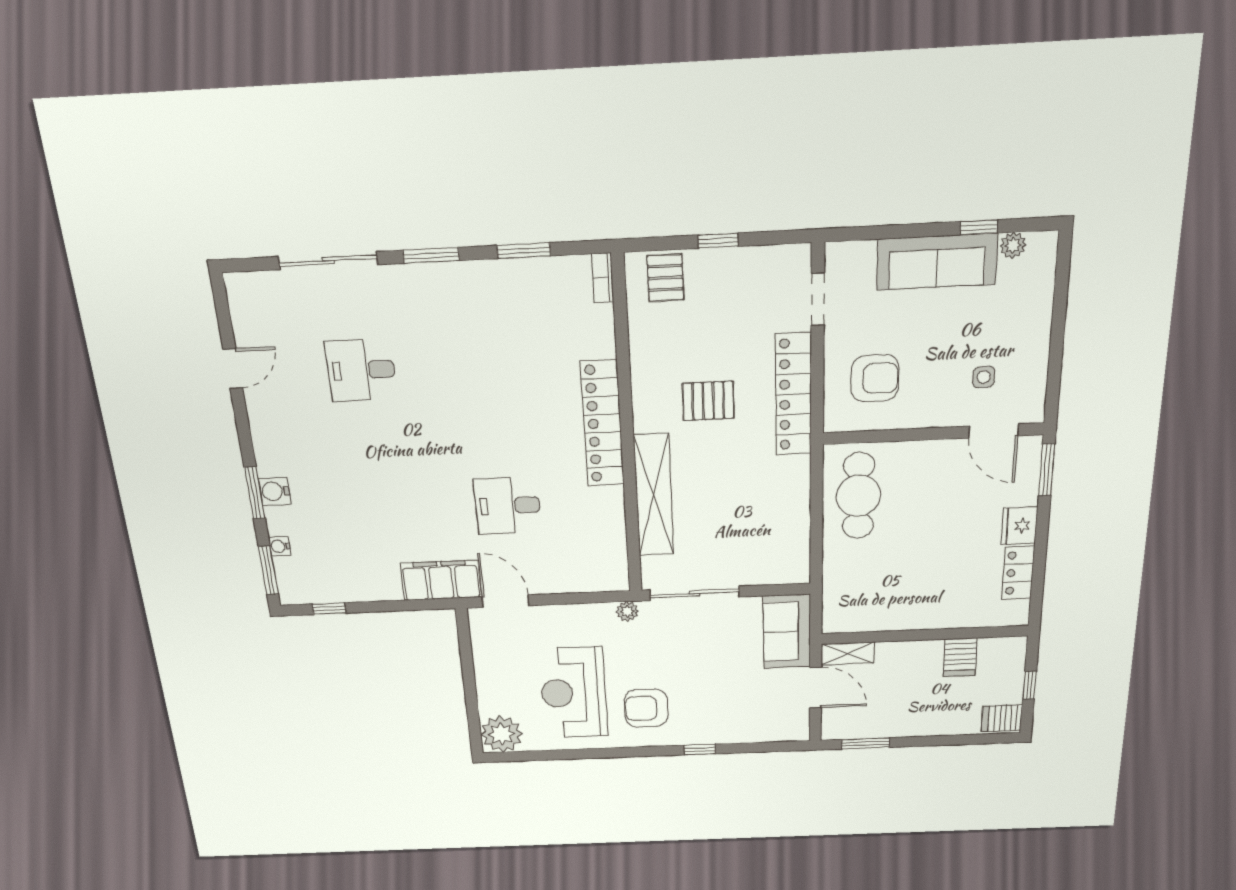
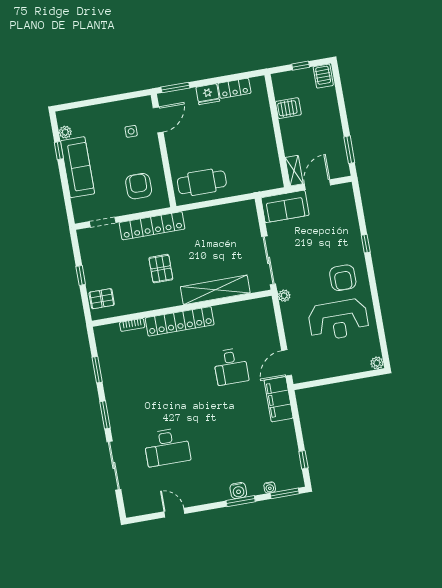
bookcase: (603, 278) -> (132, 325), moved
desk: (361, 370) -> (167, 447), width x1.37
plant: (501, 734) -> (377, 363), width x0.53, depth x0.53

